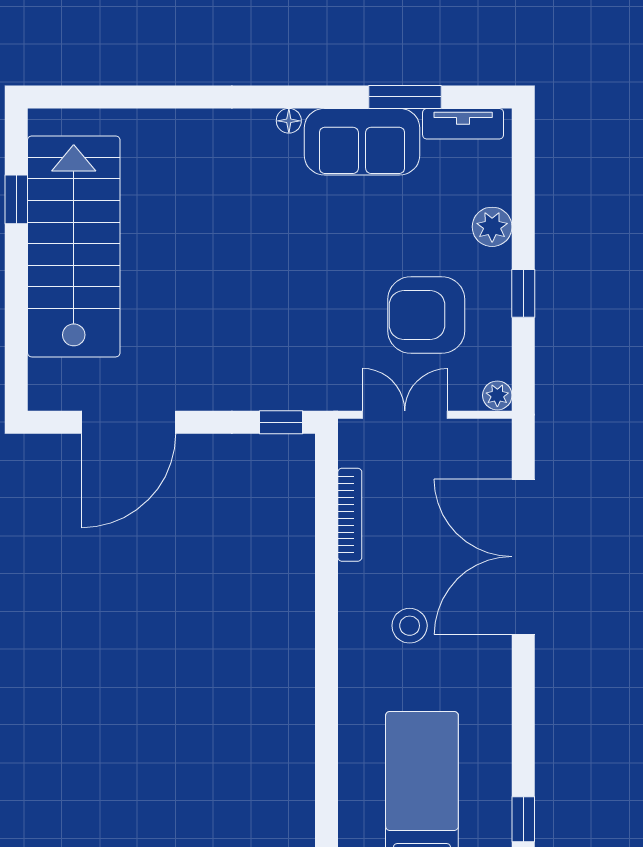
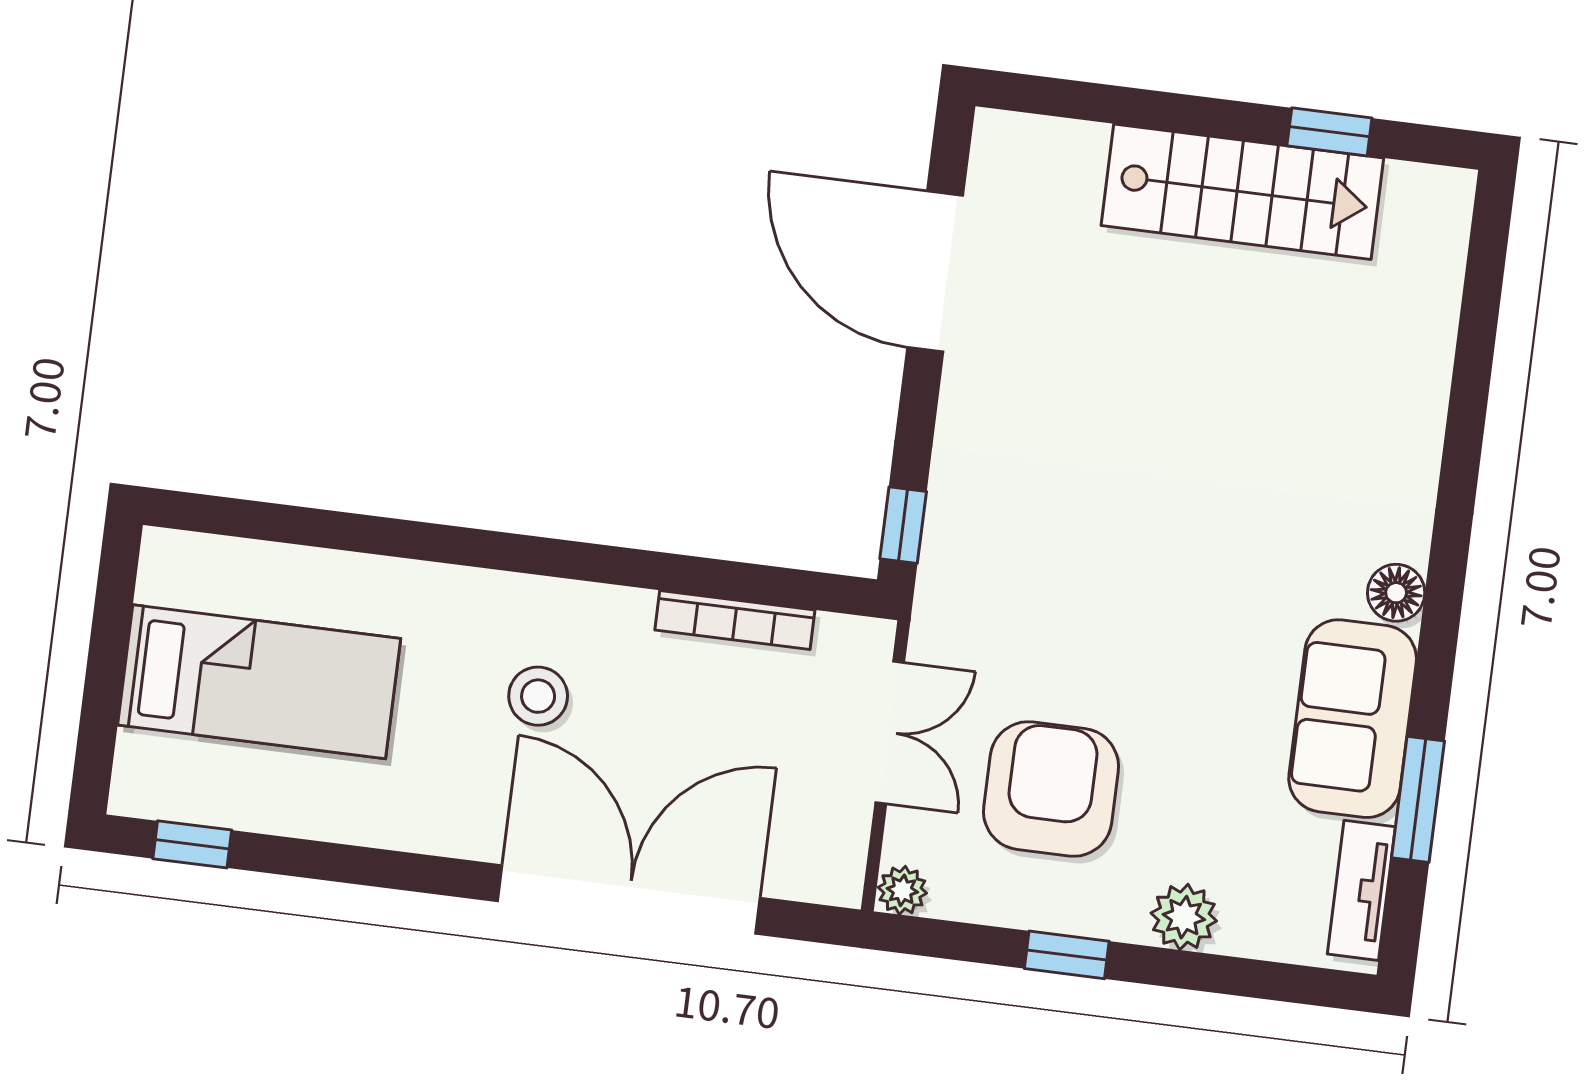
floor lamp: (289, 121) -> (1396, 593), width x1.37, depth x1.37
stairs: (74, 246) -> (1242, 192), width x0.73, depth x0.66

